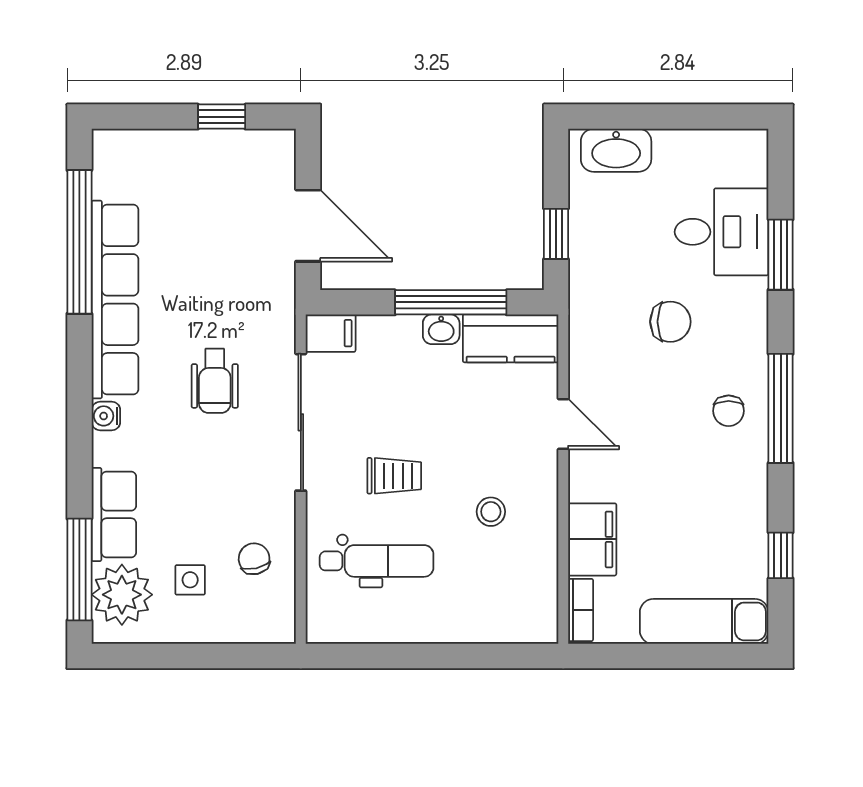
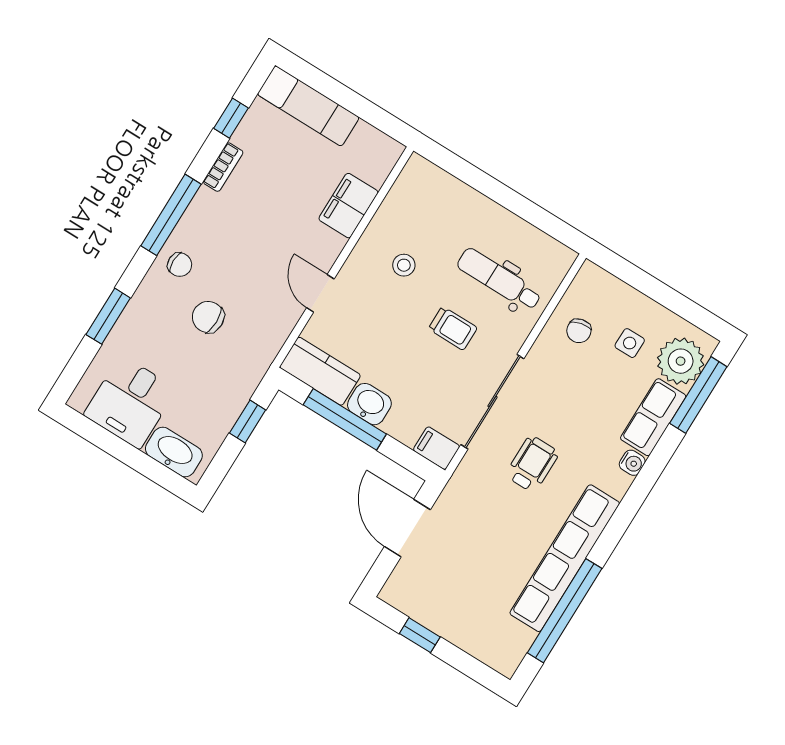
desk: (722, 232) -> (130, 402), moved, turned -90
washbasin: (441, 329) -> (369, 404), width x1.38, depth x1.45
chair: (729, 411) -> (180, 265), moved, turned 90
water cooler: (106, 416) -> (632, 463), moved
trolley: (394, 476) -> (453, 328), turned 180
bookcase: (581, 610) -> (223, 167), moved, turned 180

